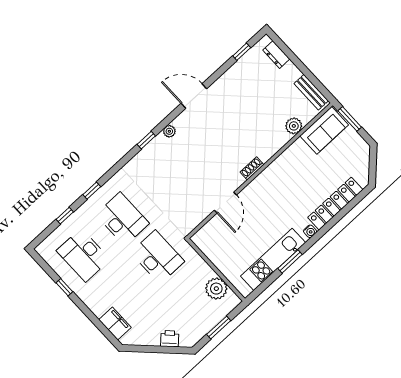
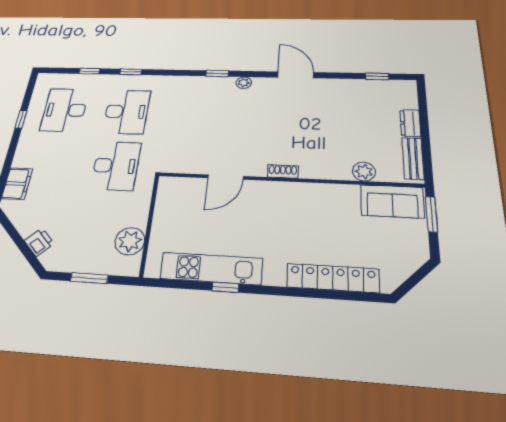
dresser: (276, 55) -> (410, 123), moved
water cooler: (310, 231) -> (277, 279), removed
window: (290, 261) -> (225, 287), width x0.67

